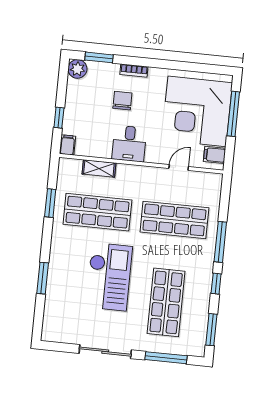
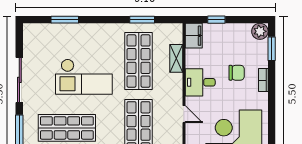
filing cabinet: (68, 145) -> (194, 36), width x2.00
door: (179, 168) -> (184, 114), moved
window: (43, 278) -> (65, 20), moved

